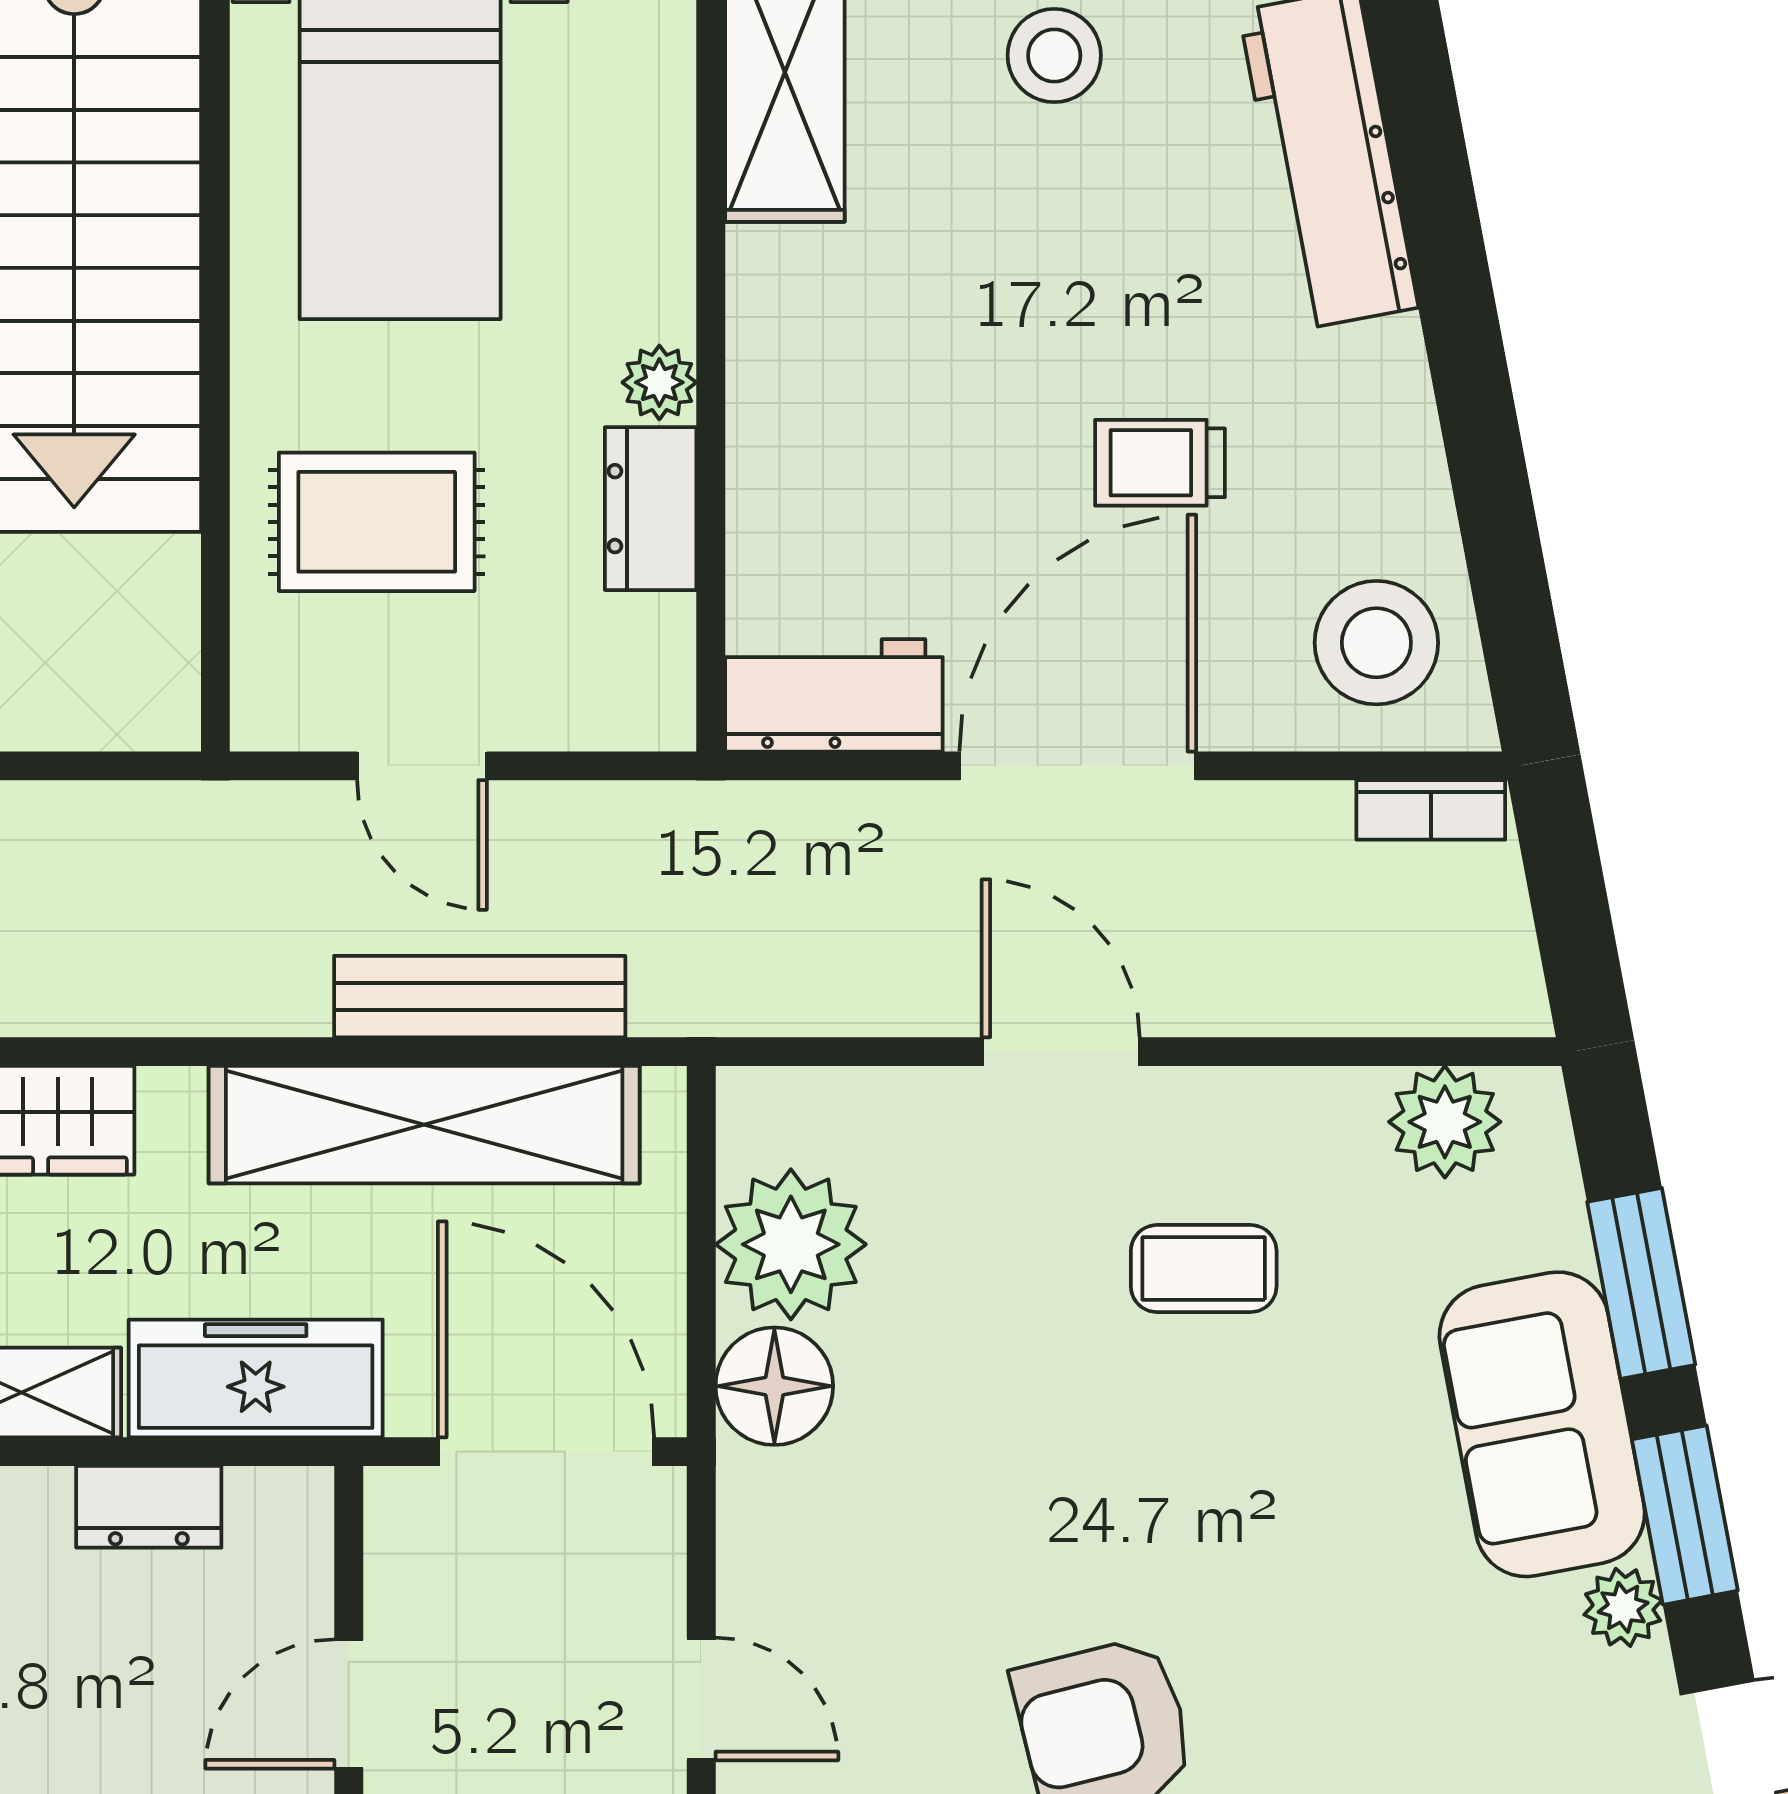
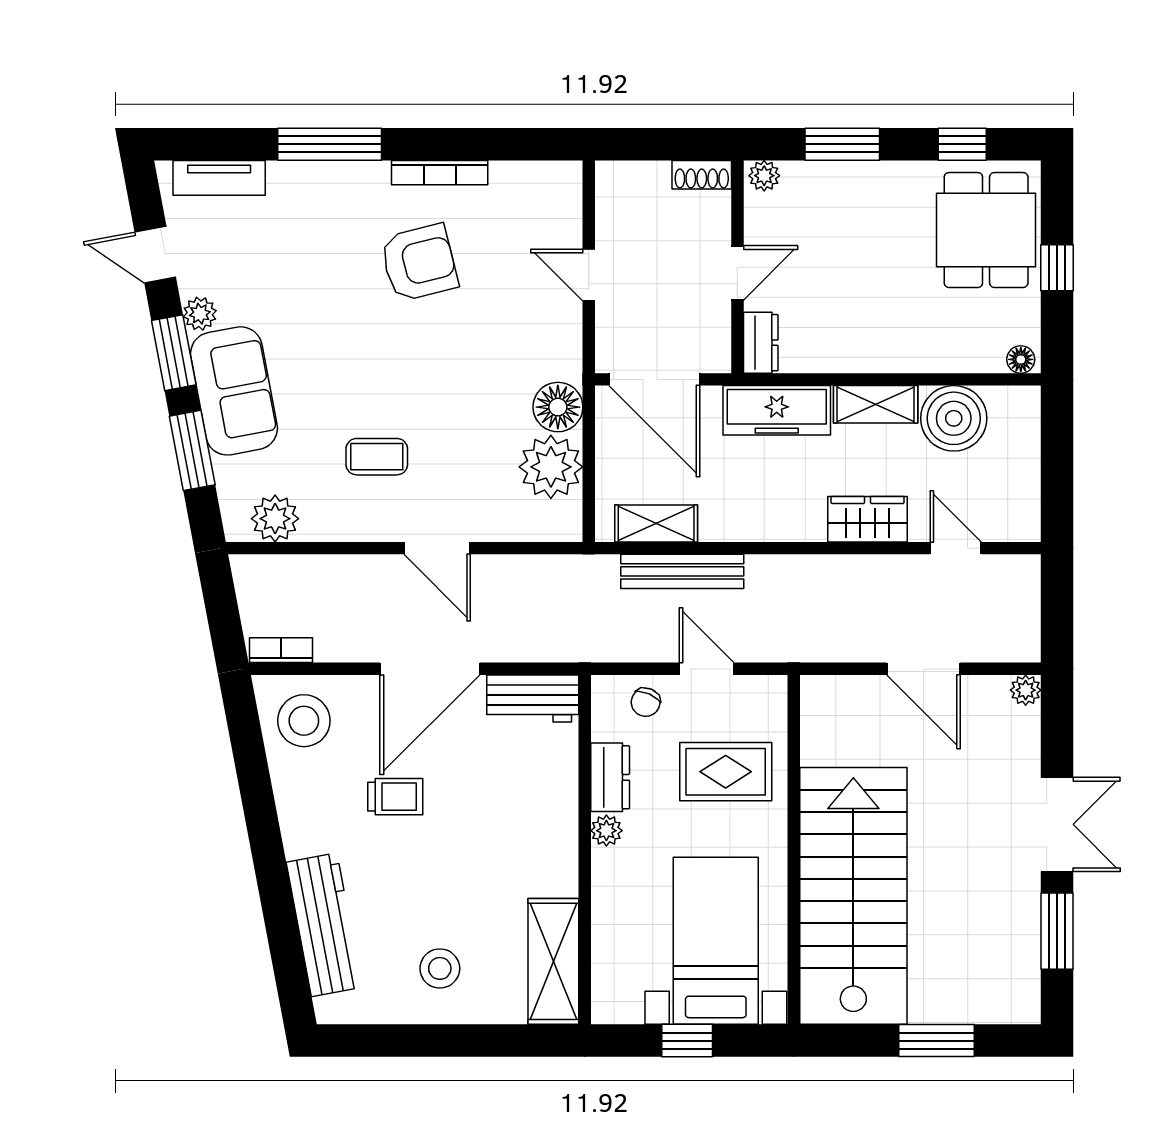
chair: (566, 687) -> (646, 702), added
shelving: (424, 1125) -> (656, 524), width x0.45, depth x0.75
dresser: (149, 1507) -> (761, 343), moved, turned 90

